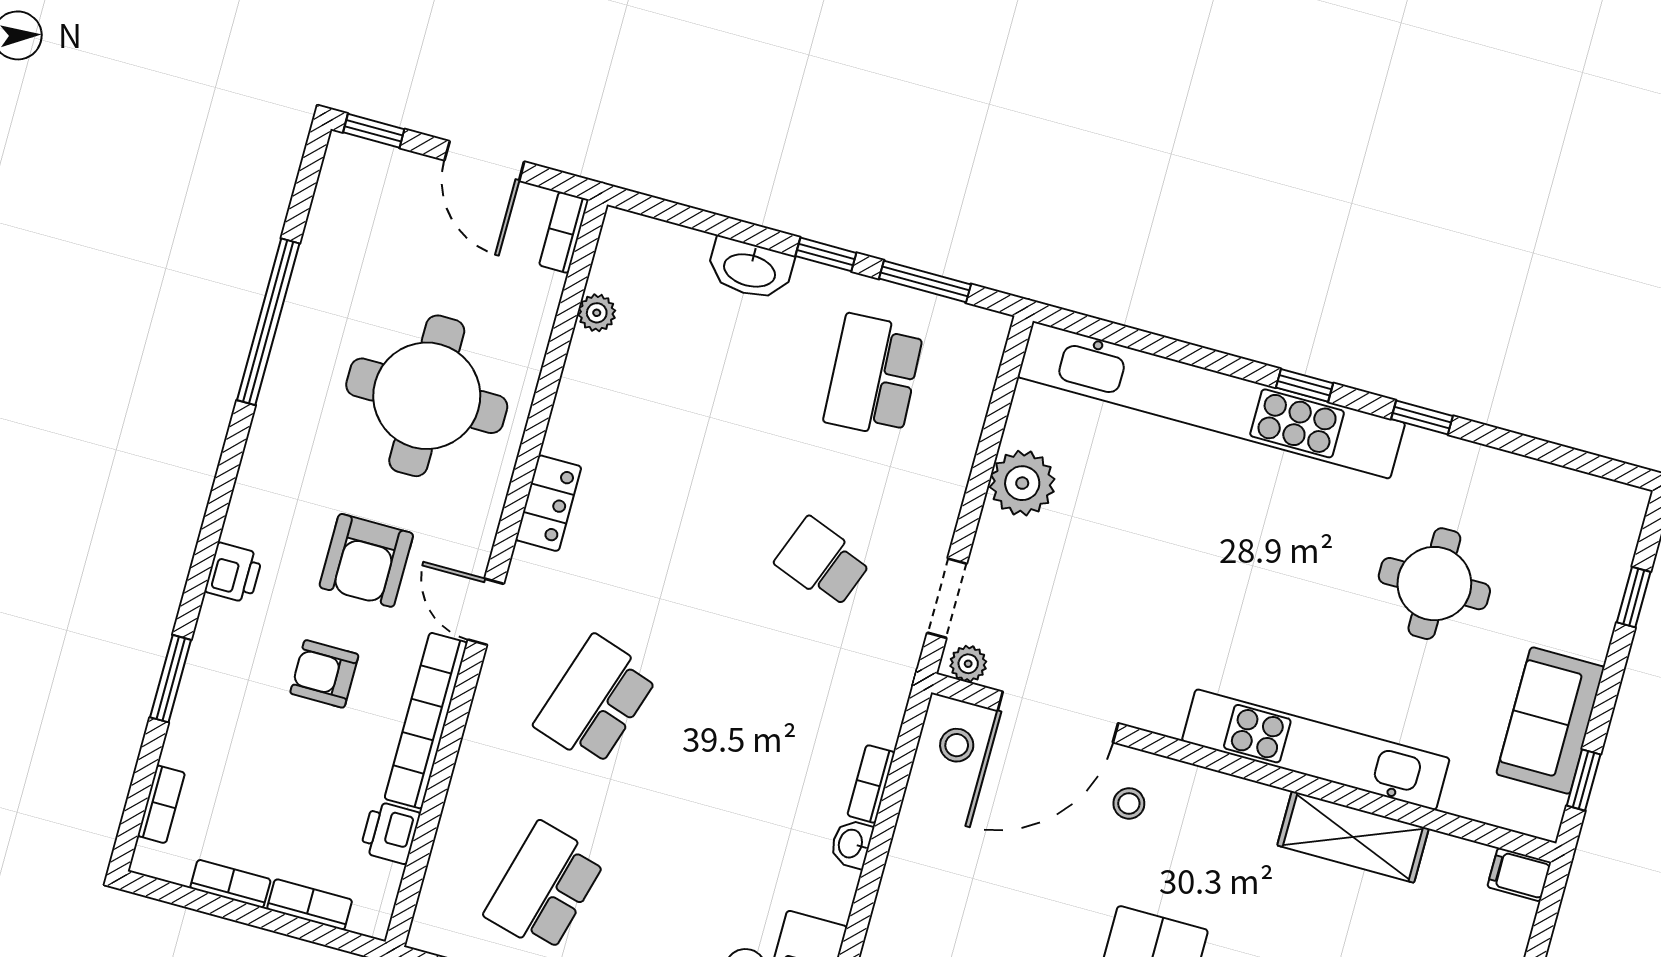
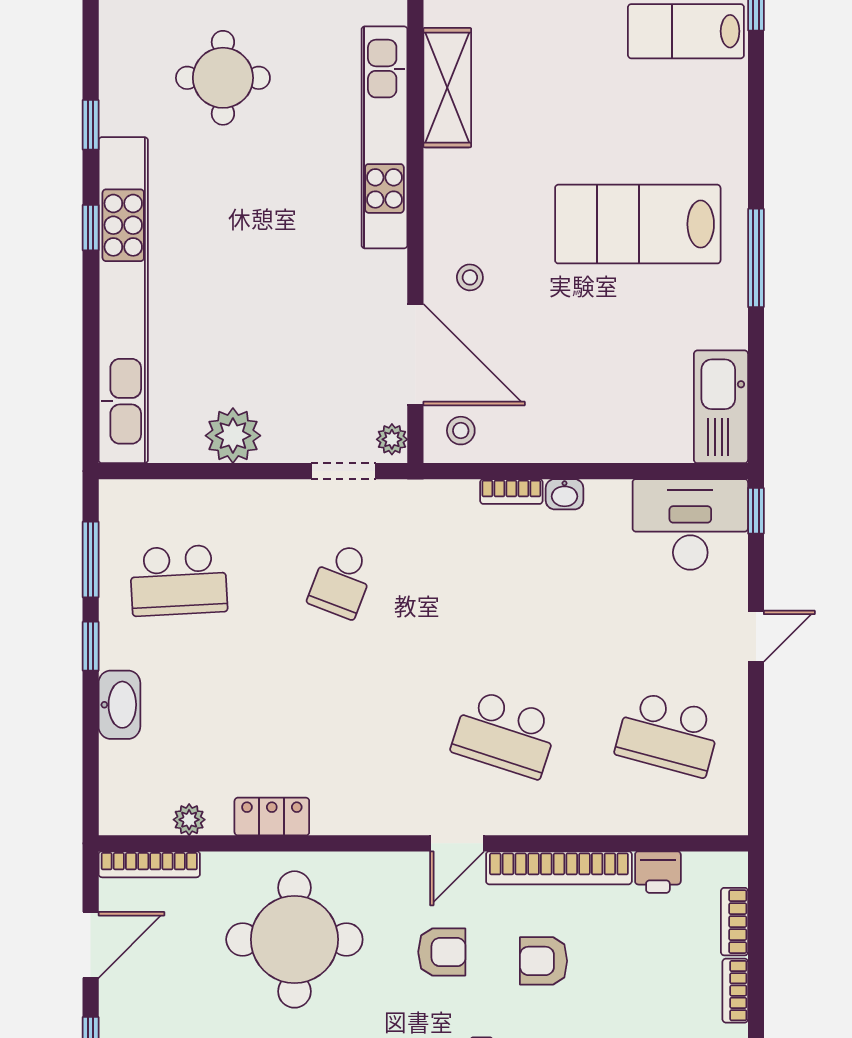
bookcase: (564, 232) -> (149, 864), width x1.56
locker: (548, 503) -> (272, 817), moved
armchair: (366, 560) -> (442, 952), width x0.72, depth x0.72
armchair: (324, 674) -> (544, 961), turned 90

